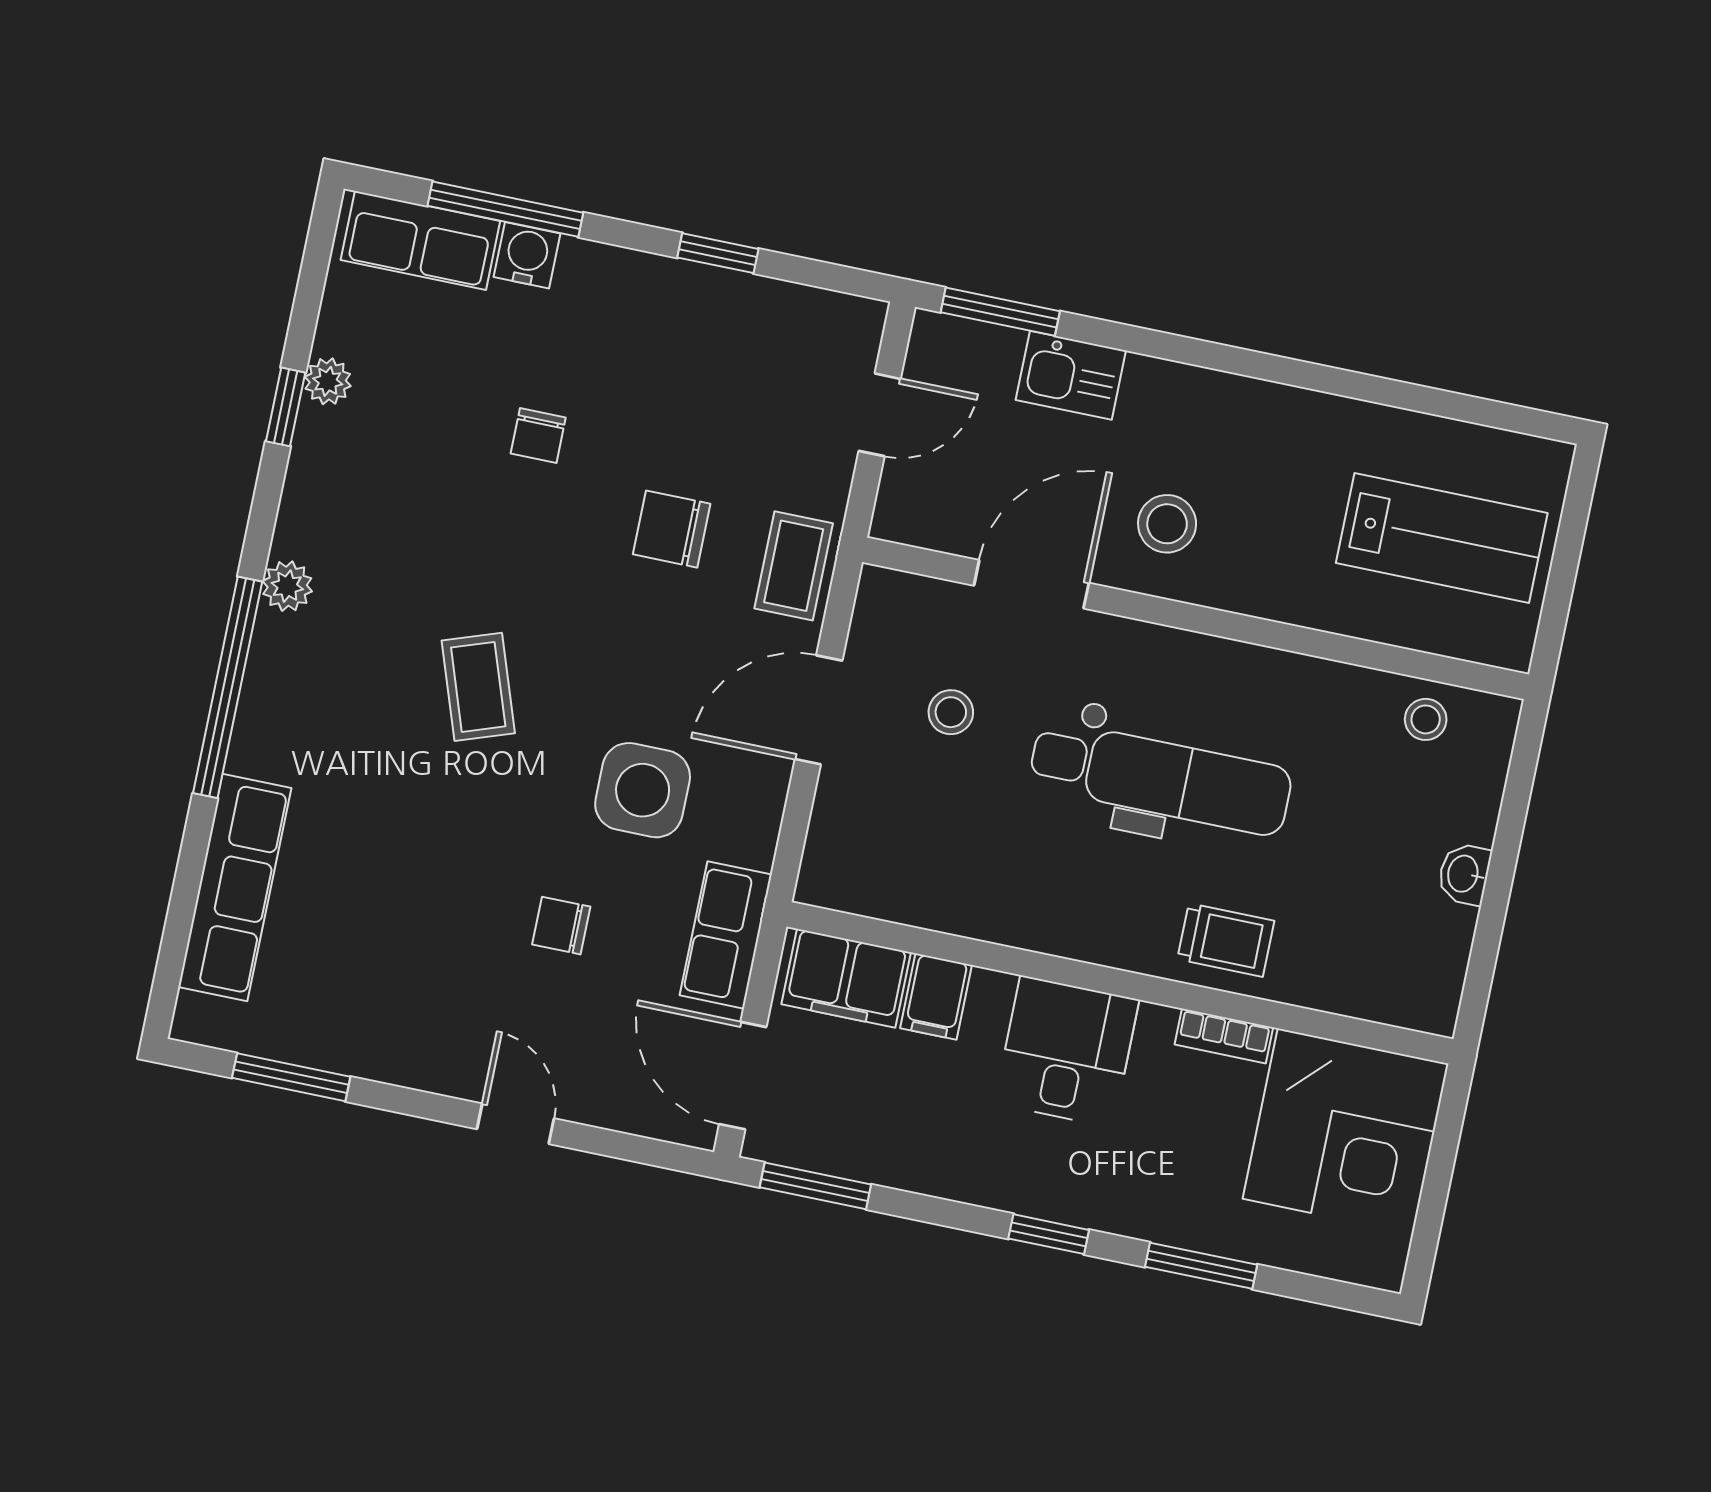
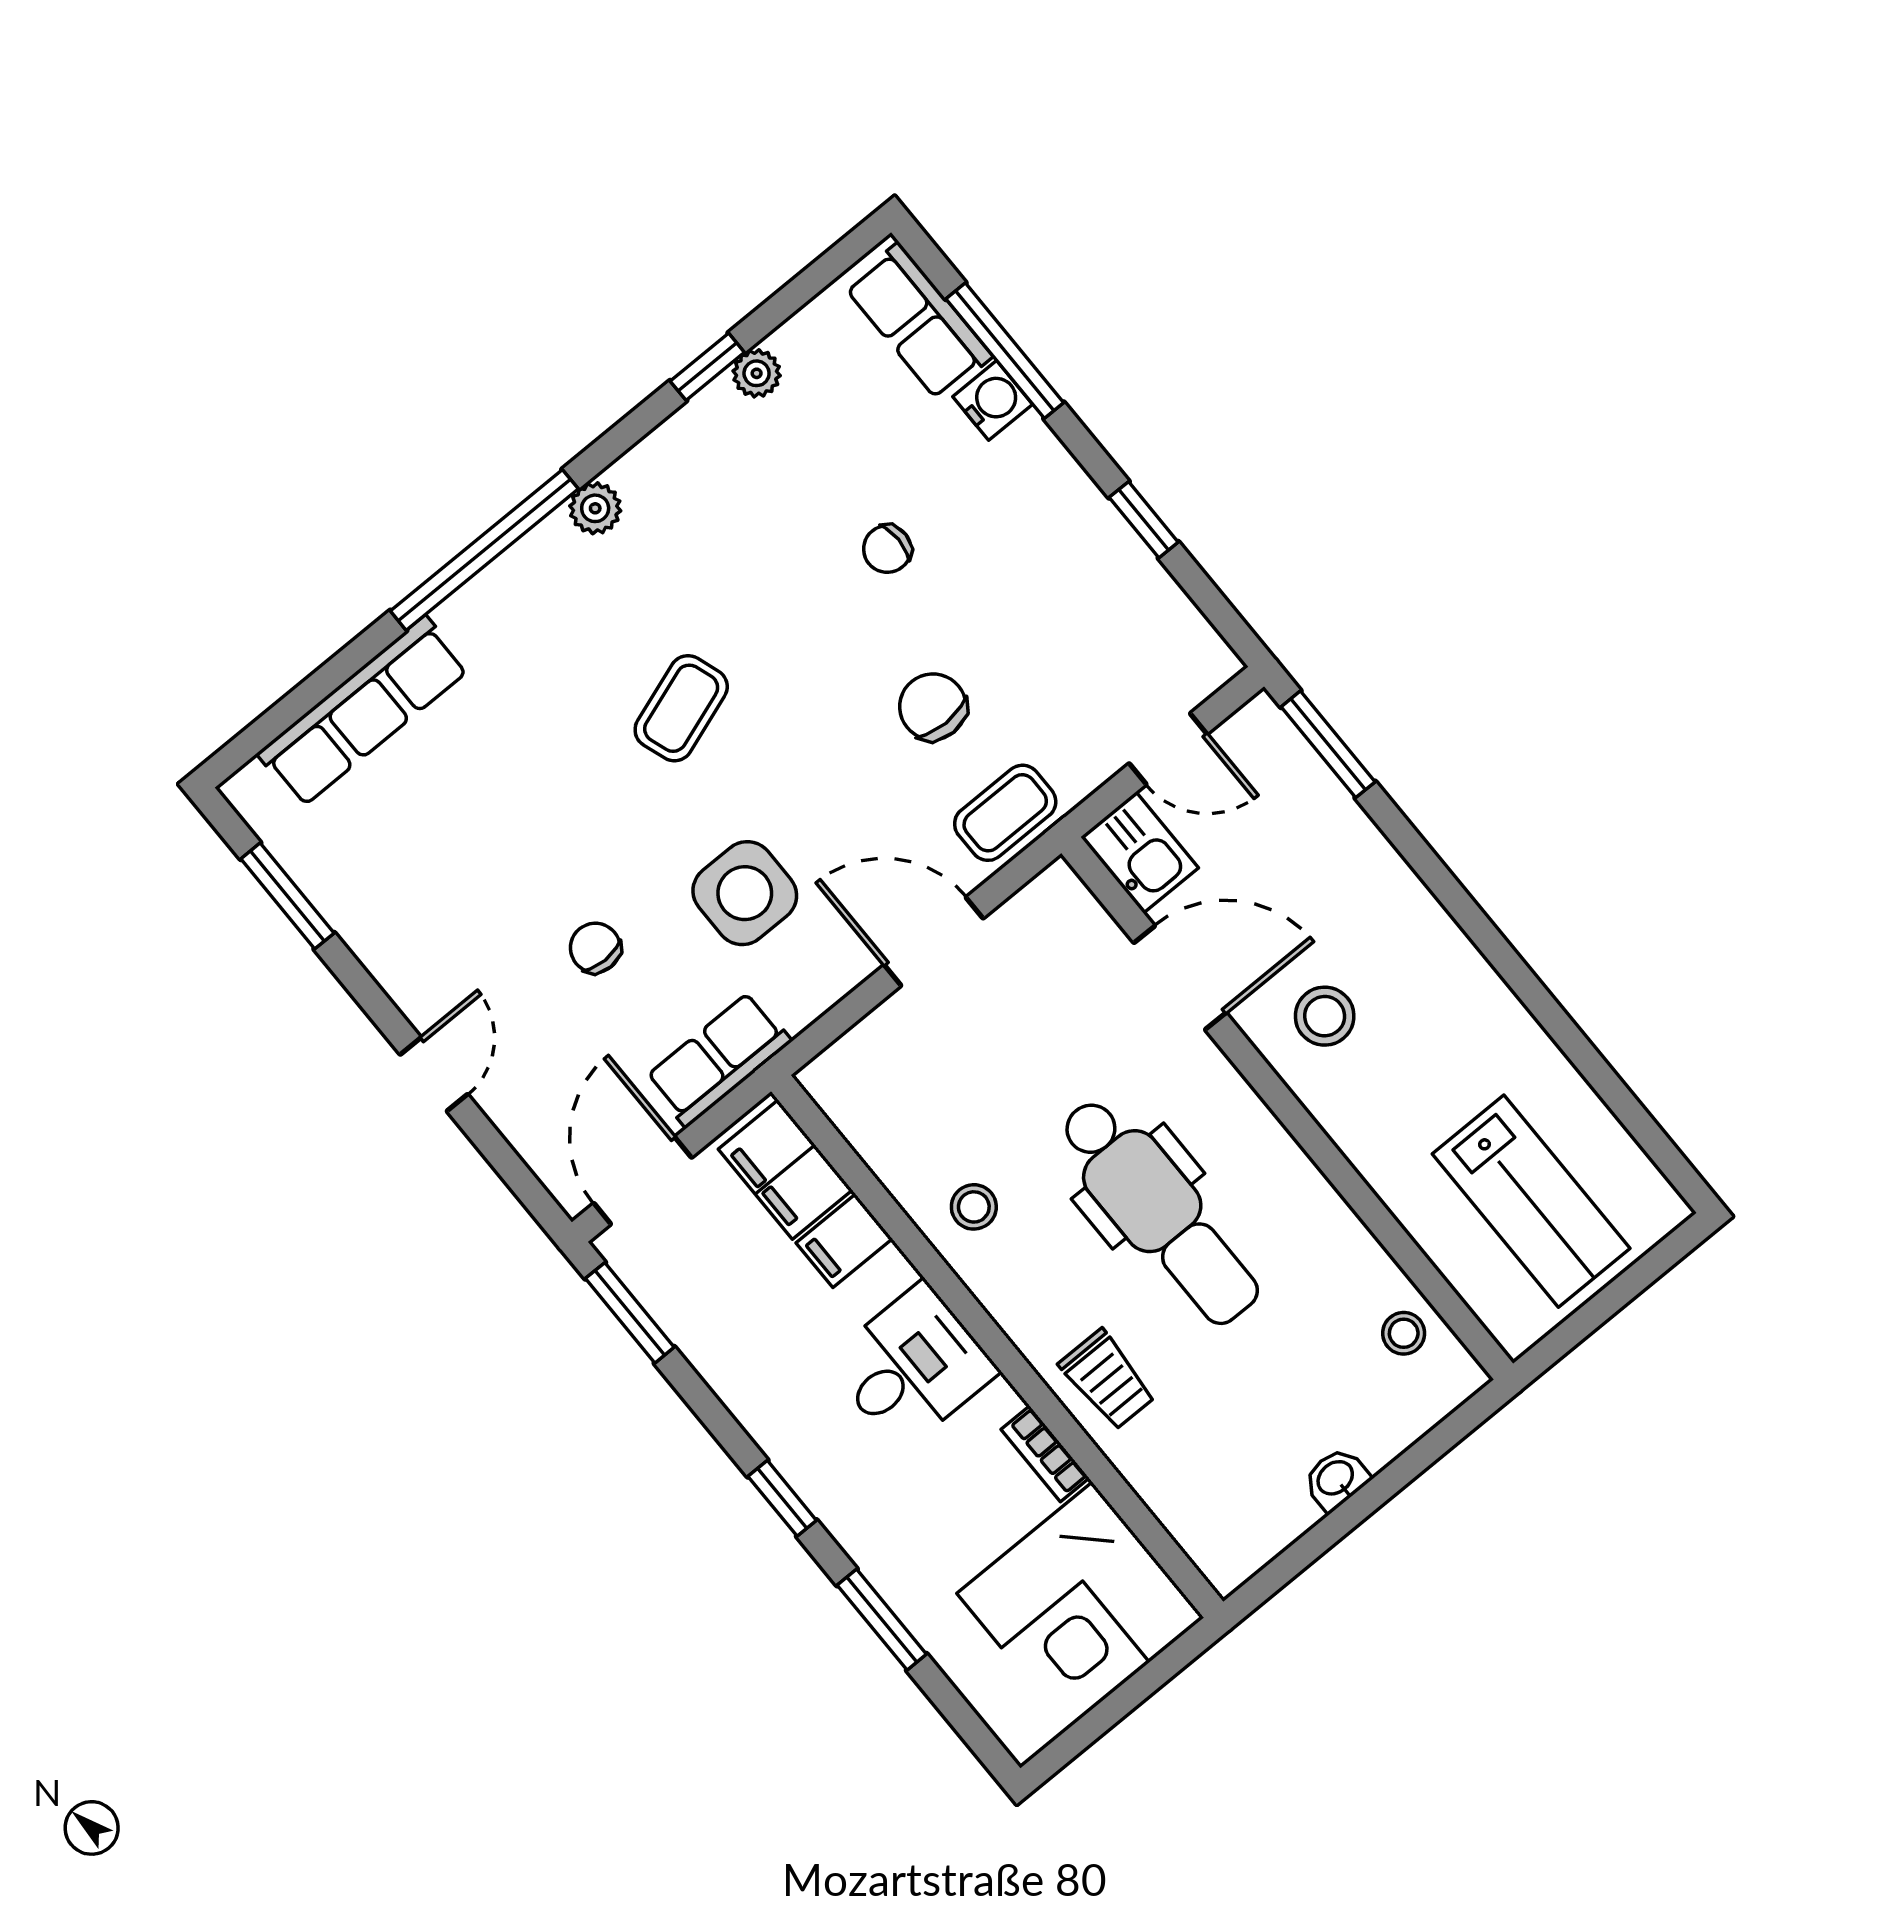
kitchen sink: (1071, 375) -> (1140, 852), moved, turned 180
stool: (951, 712) -> (974, 1207), moved

